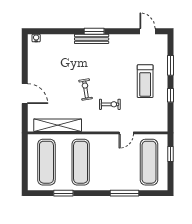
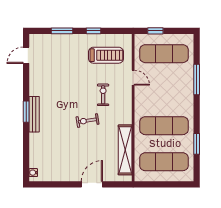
treadmill: (145, 81) -> (106, 55), moved

